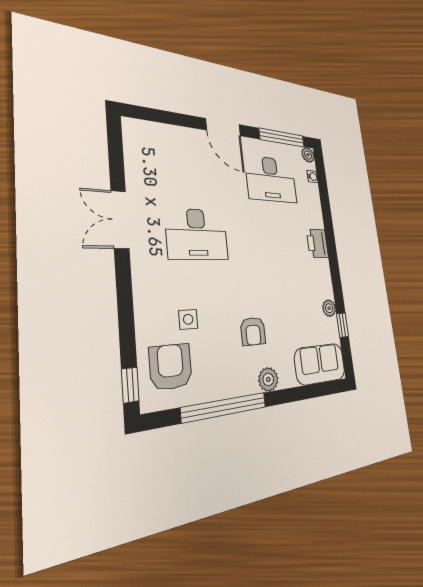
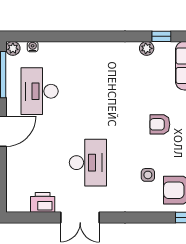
desk: (271, 179) -> (40, 91), turned 180
printer: (318, 243) -> (43, 202), moved, turned 180
armchair: (253, 331) -> (160, 124), turned 180

